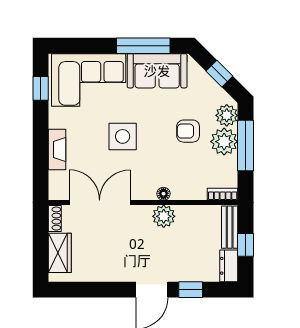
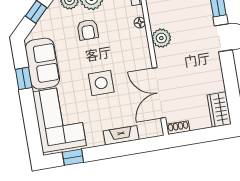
window: (143, 46) -> (24, 78), width x0.46
floor lamp: (163, 194) -> (140, 23), moved
wardrobe: (60, 253) -> (219, 110), moved, turned -90

